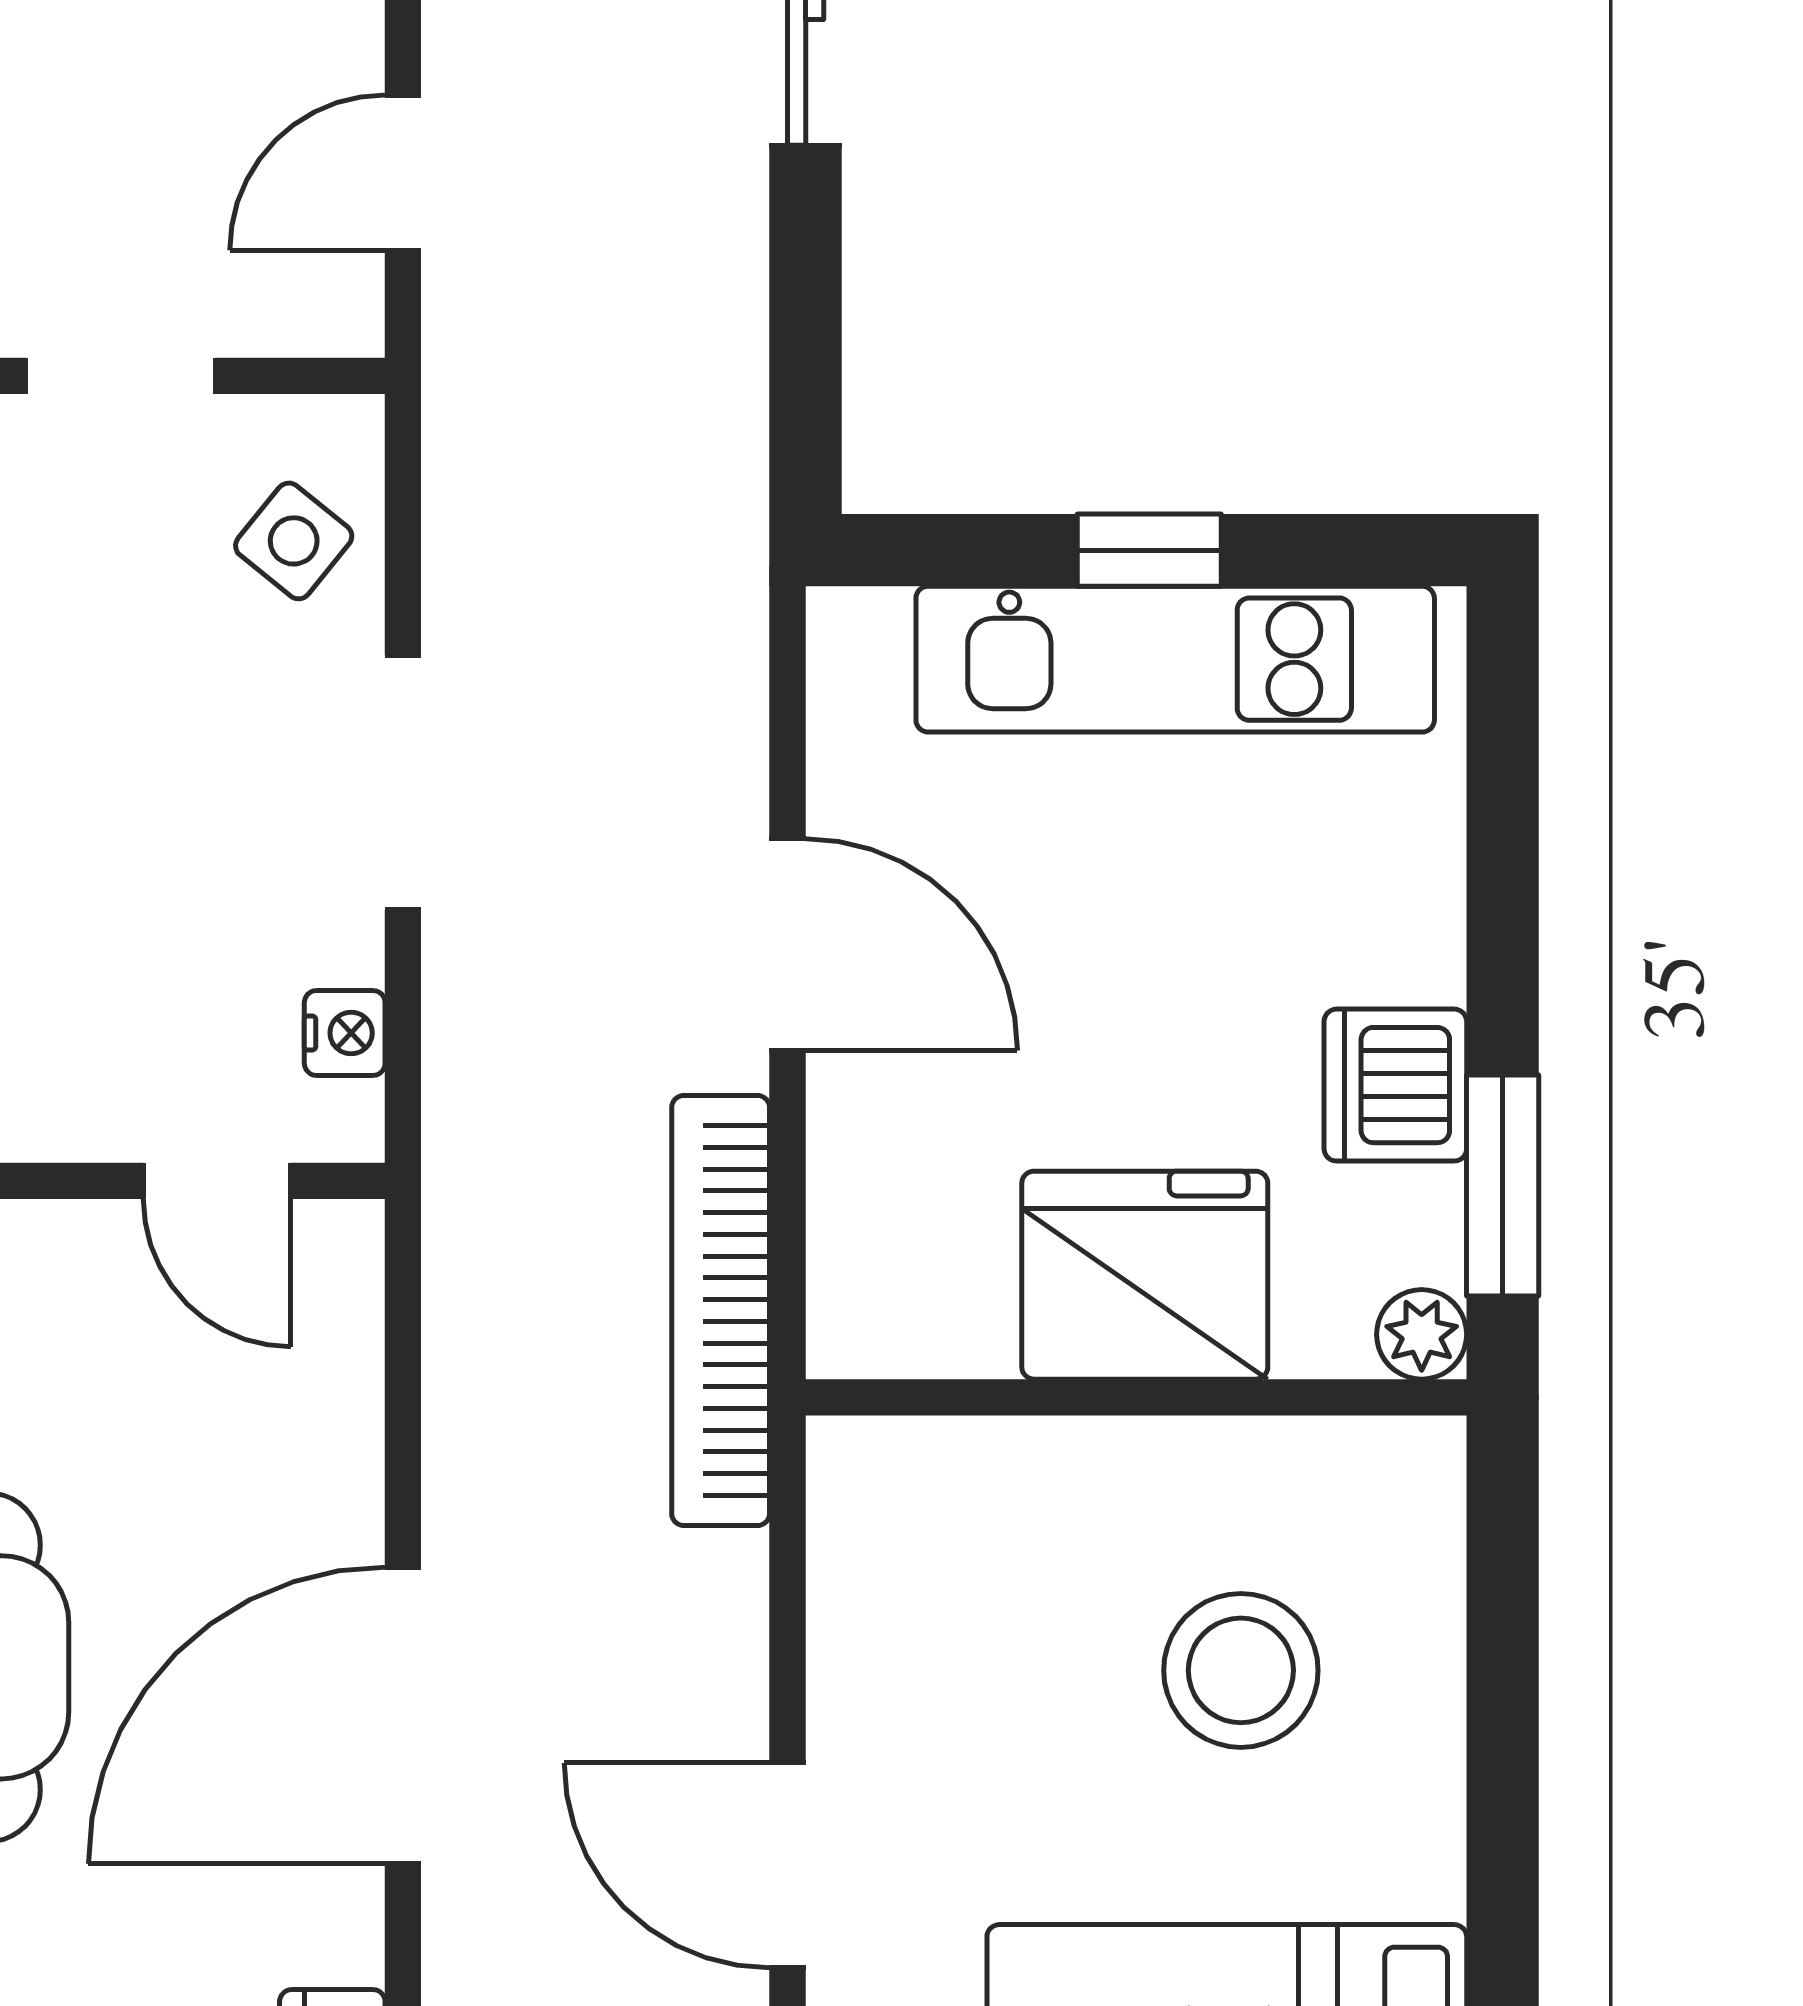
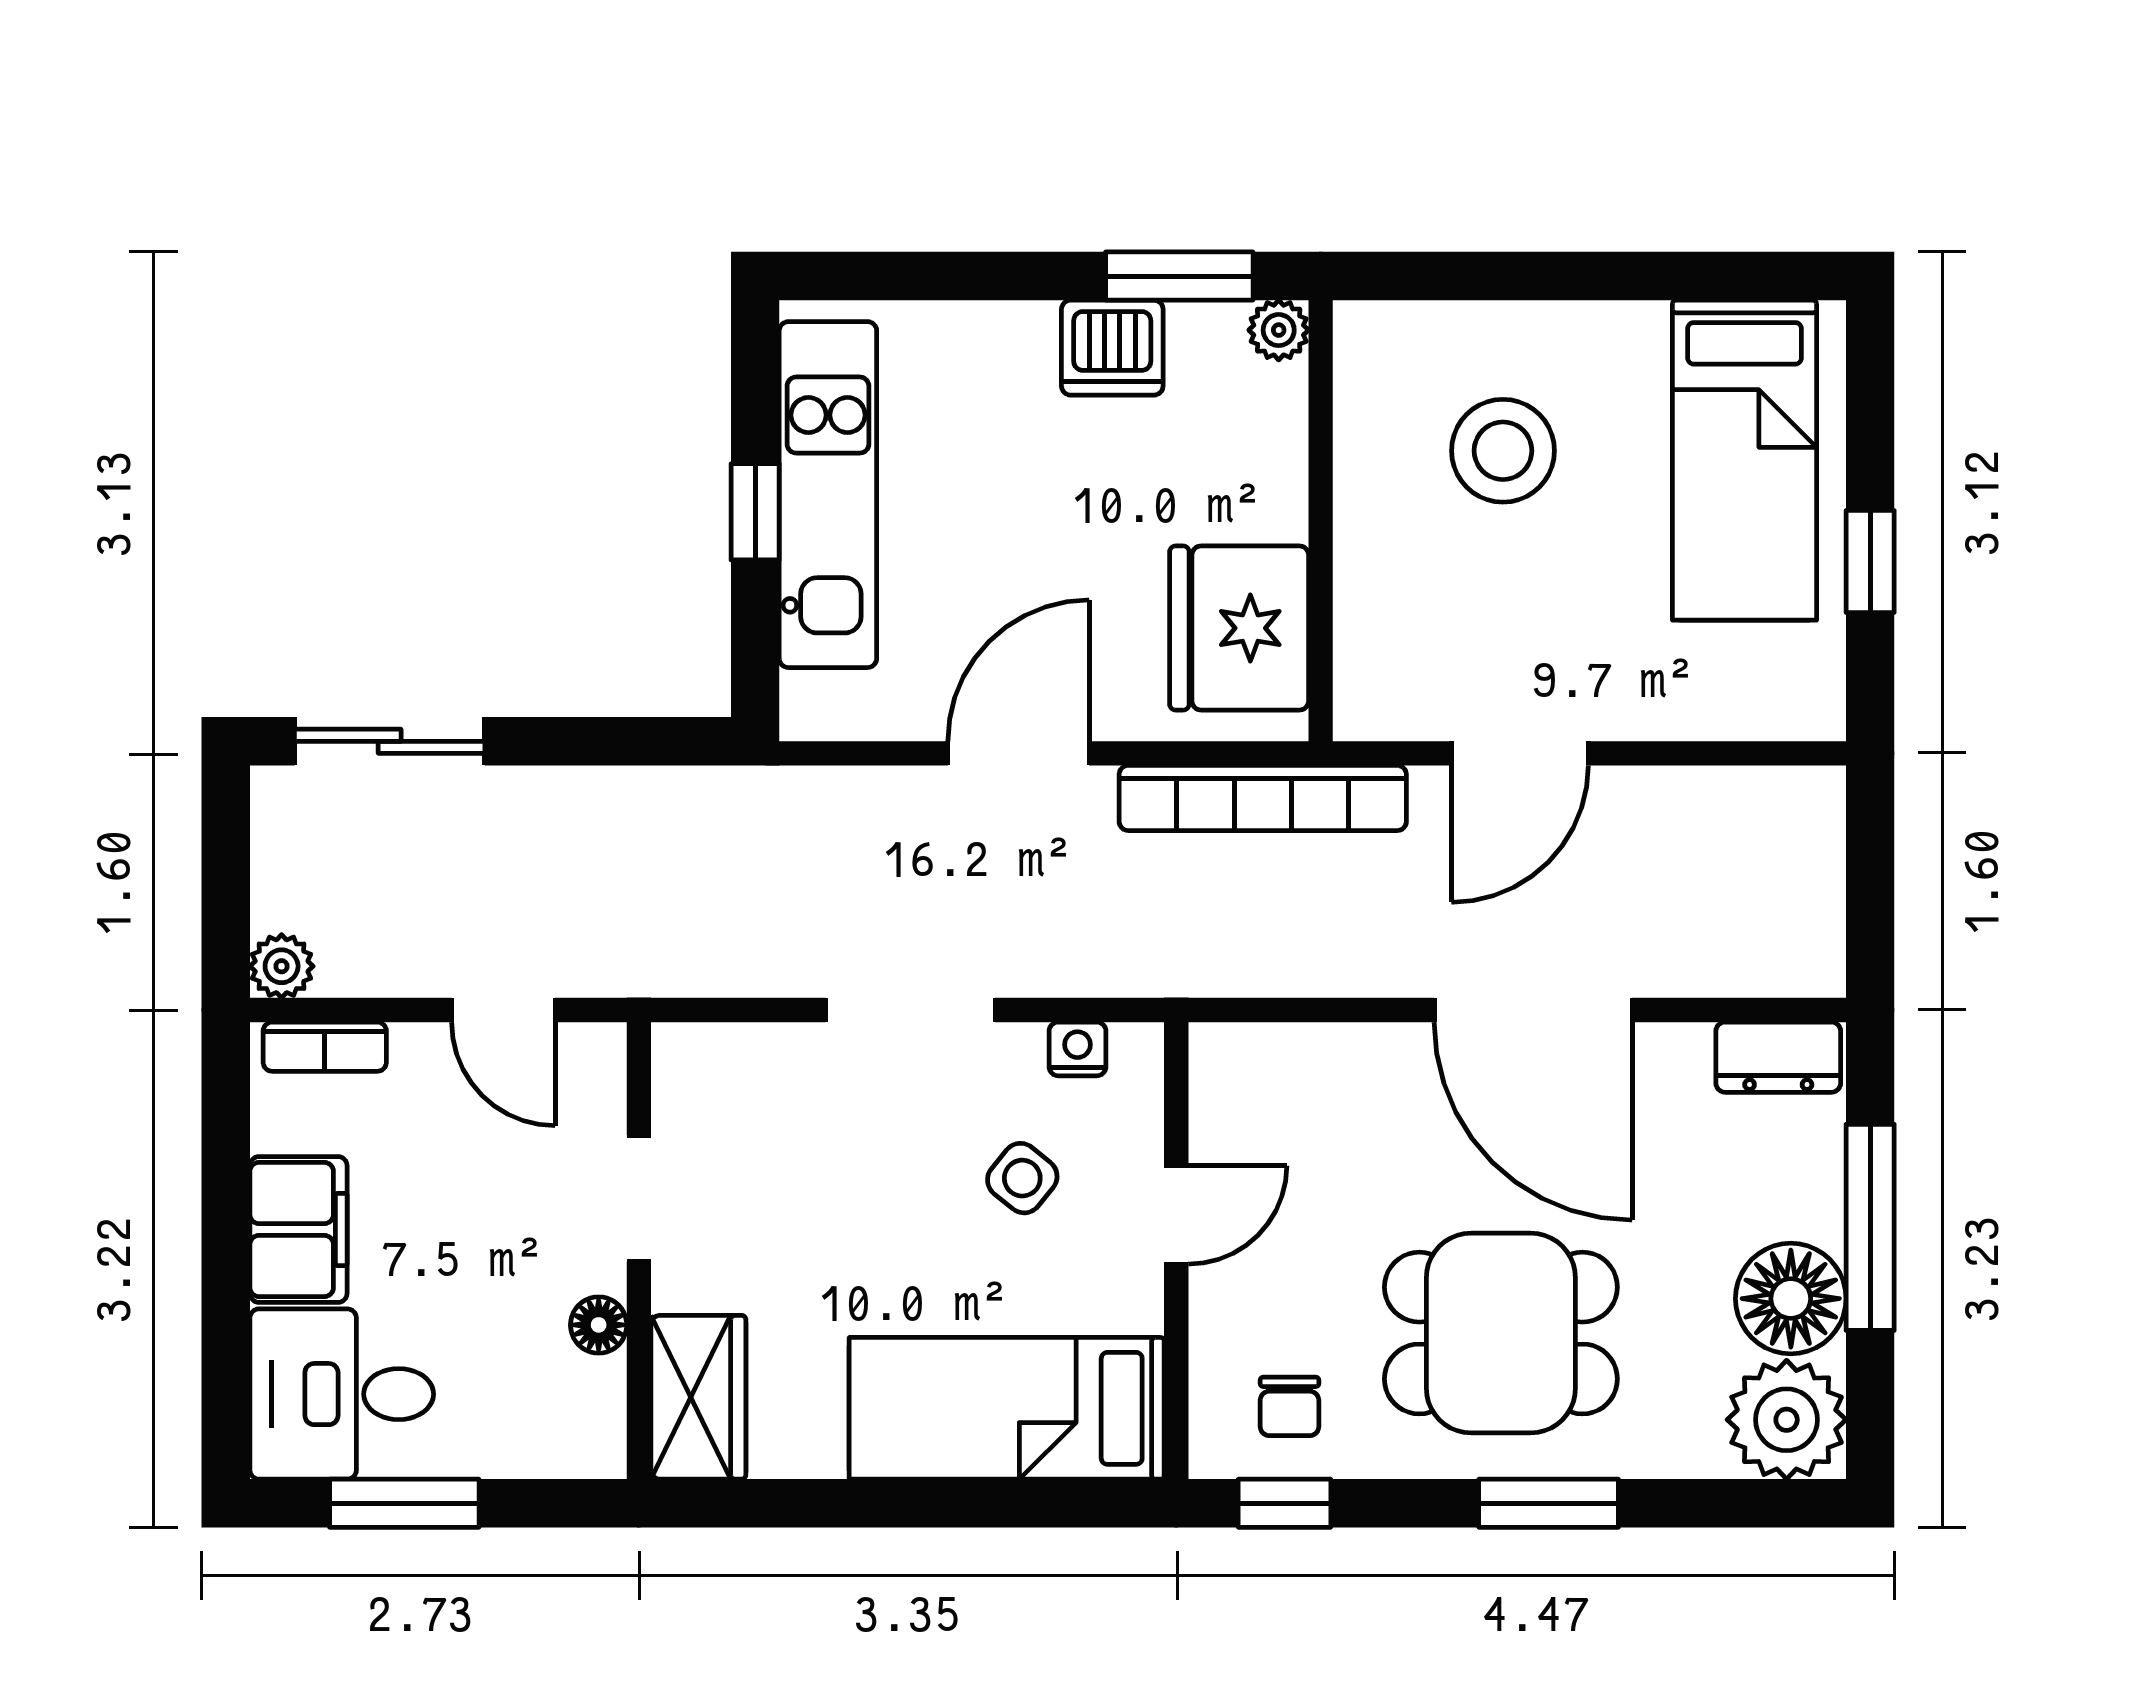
side table: (294, 541) -> (1022, 1178), moved
door: (217, 1181) -> (1176, 1215), moved
fridge: (1145, 1275) -> (1239, 628), moved
door: (788, 1865) -> (1520, 753), moved

